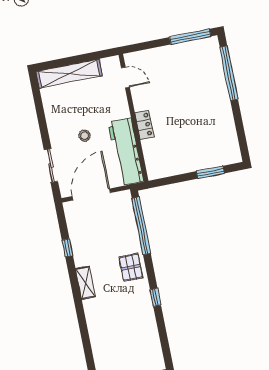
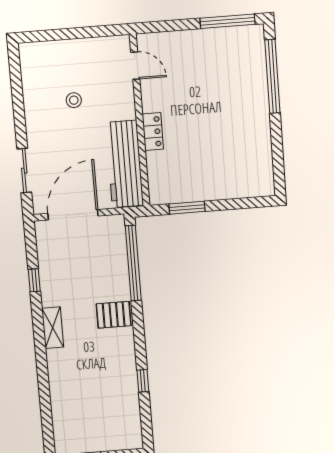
shelving: (69, 74) -> (61, 51), removed
stool: (85, 136) -> (74, 100), moved
window: (210, 172) -> (187, 208), moved
pallet: (131, 267) -> (114, 315), turned 90
window: (155, 297) -> (143, 381), moved

